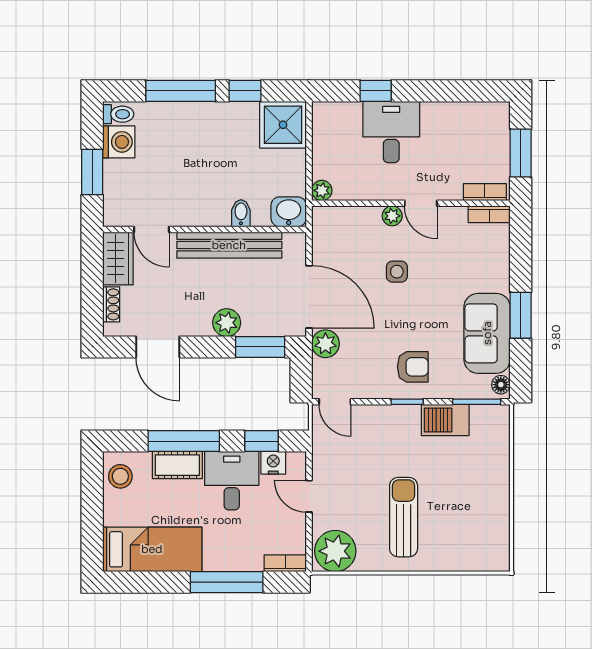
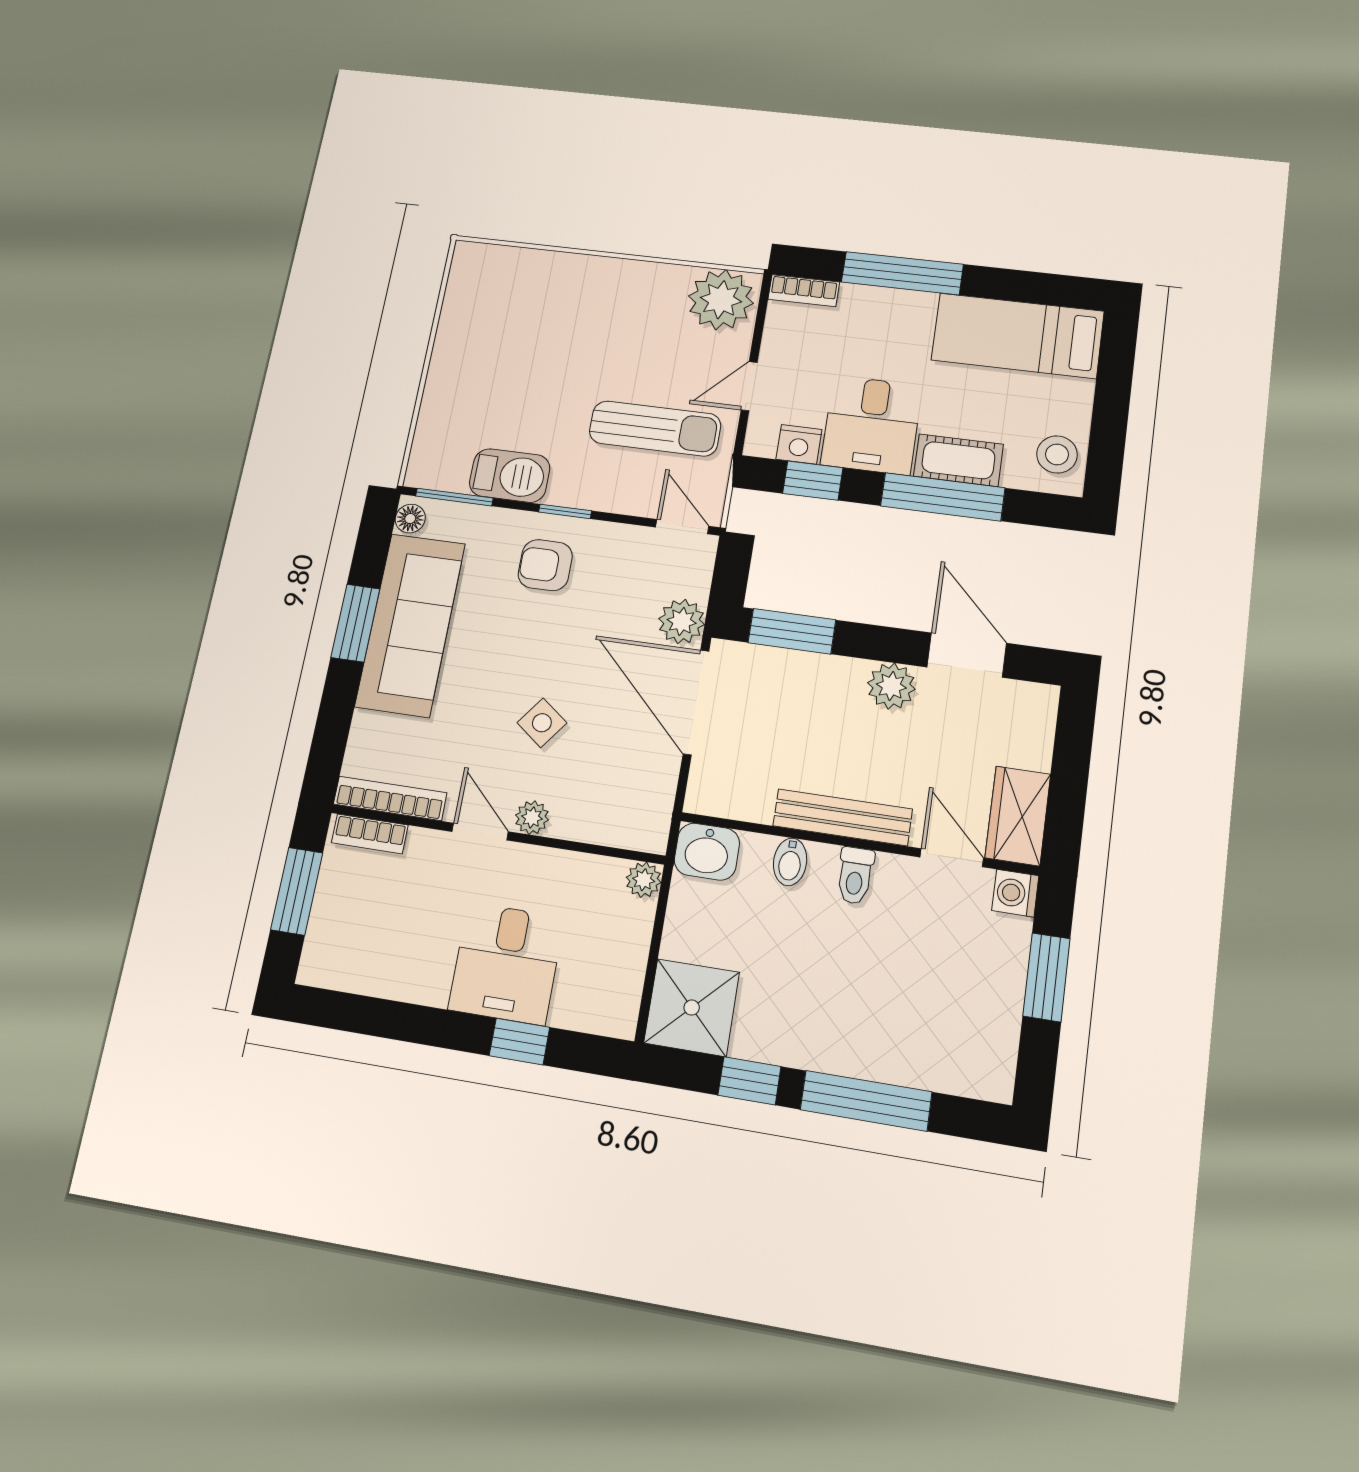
toilet: (118, 114) -> (855, 876), moved, turned -90
washing machine: (119, 142) -> (1015, 893), moved, width x0.73, depth x0.73
bookcase: (489, 214) -> (390, 798), width x1.56
bench: (229, 245) -> (843, 817), width x0.73, depth x0.82
side table: (397, 272) -> (542, 723), turned 37
shoe rack: (111, 304) -> (1039, 738), removed
plant: (227, 323) -> (891, 686), moved
sofa: (487, 333) -> (410, 625), width x1.36
door: (309, 496) -> (749, 386), swing flipped
sun lounger: (404, 517) -> (655, 428), moved, turned -90

